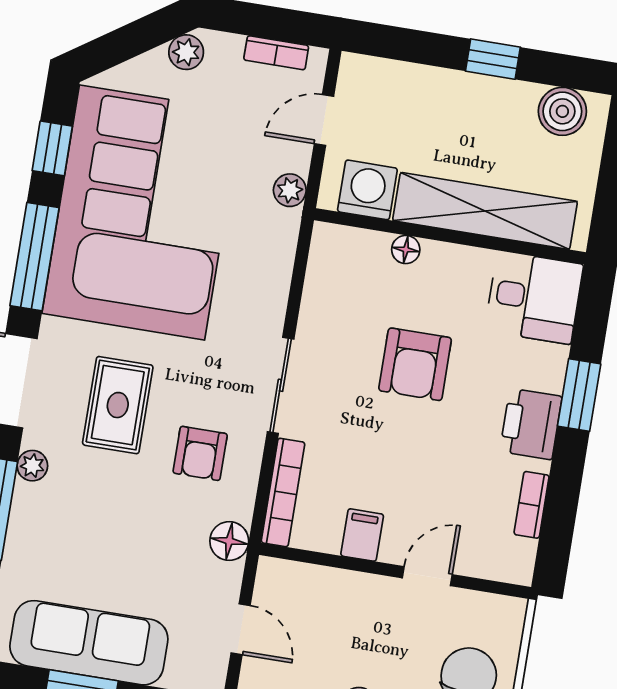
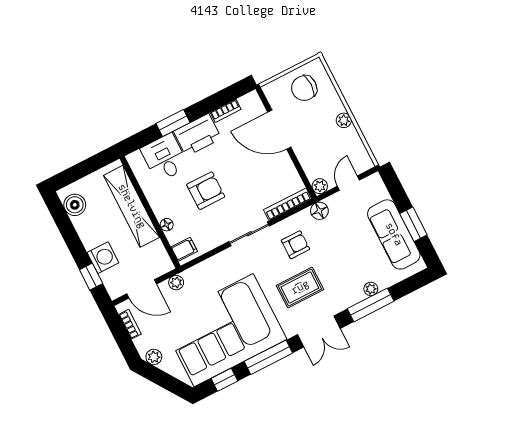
window: (493, 59) -> (91, 277), moved
door: (324, 120) -> (142, 289), width x1.38
washing machine: (367, 190) -> (103, 258), moved, turned 180
desk: (534, 298) -> (165, 158), moved
printer: (531, 424) -> (198, 135), width x1.37, depth x1.19
plant: (32, 466) -> (371, 289), moved
filing cabinet: (362, 535) -> (184, 249), moved, turned 180
plant: (273, 574) -> (320, 186), added
door: (427, 576) -> (279, 130), width x1.87

